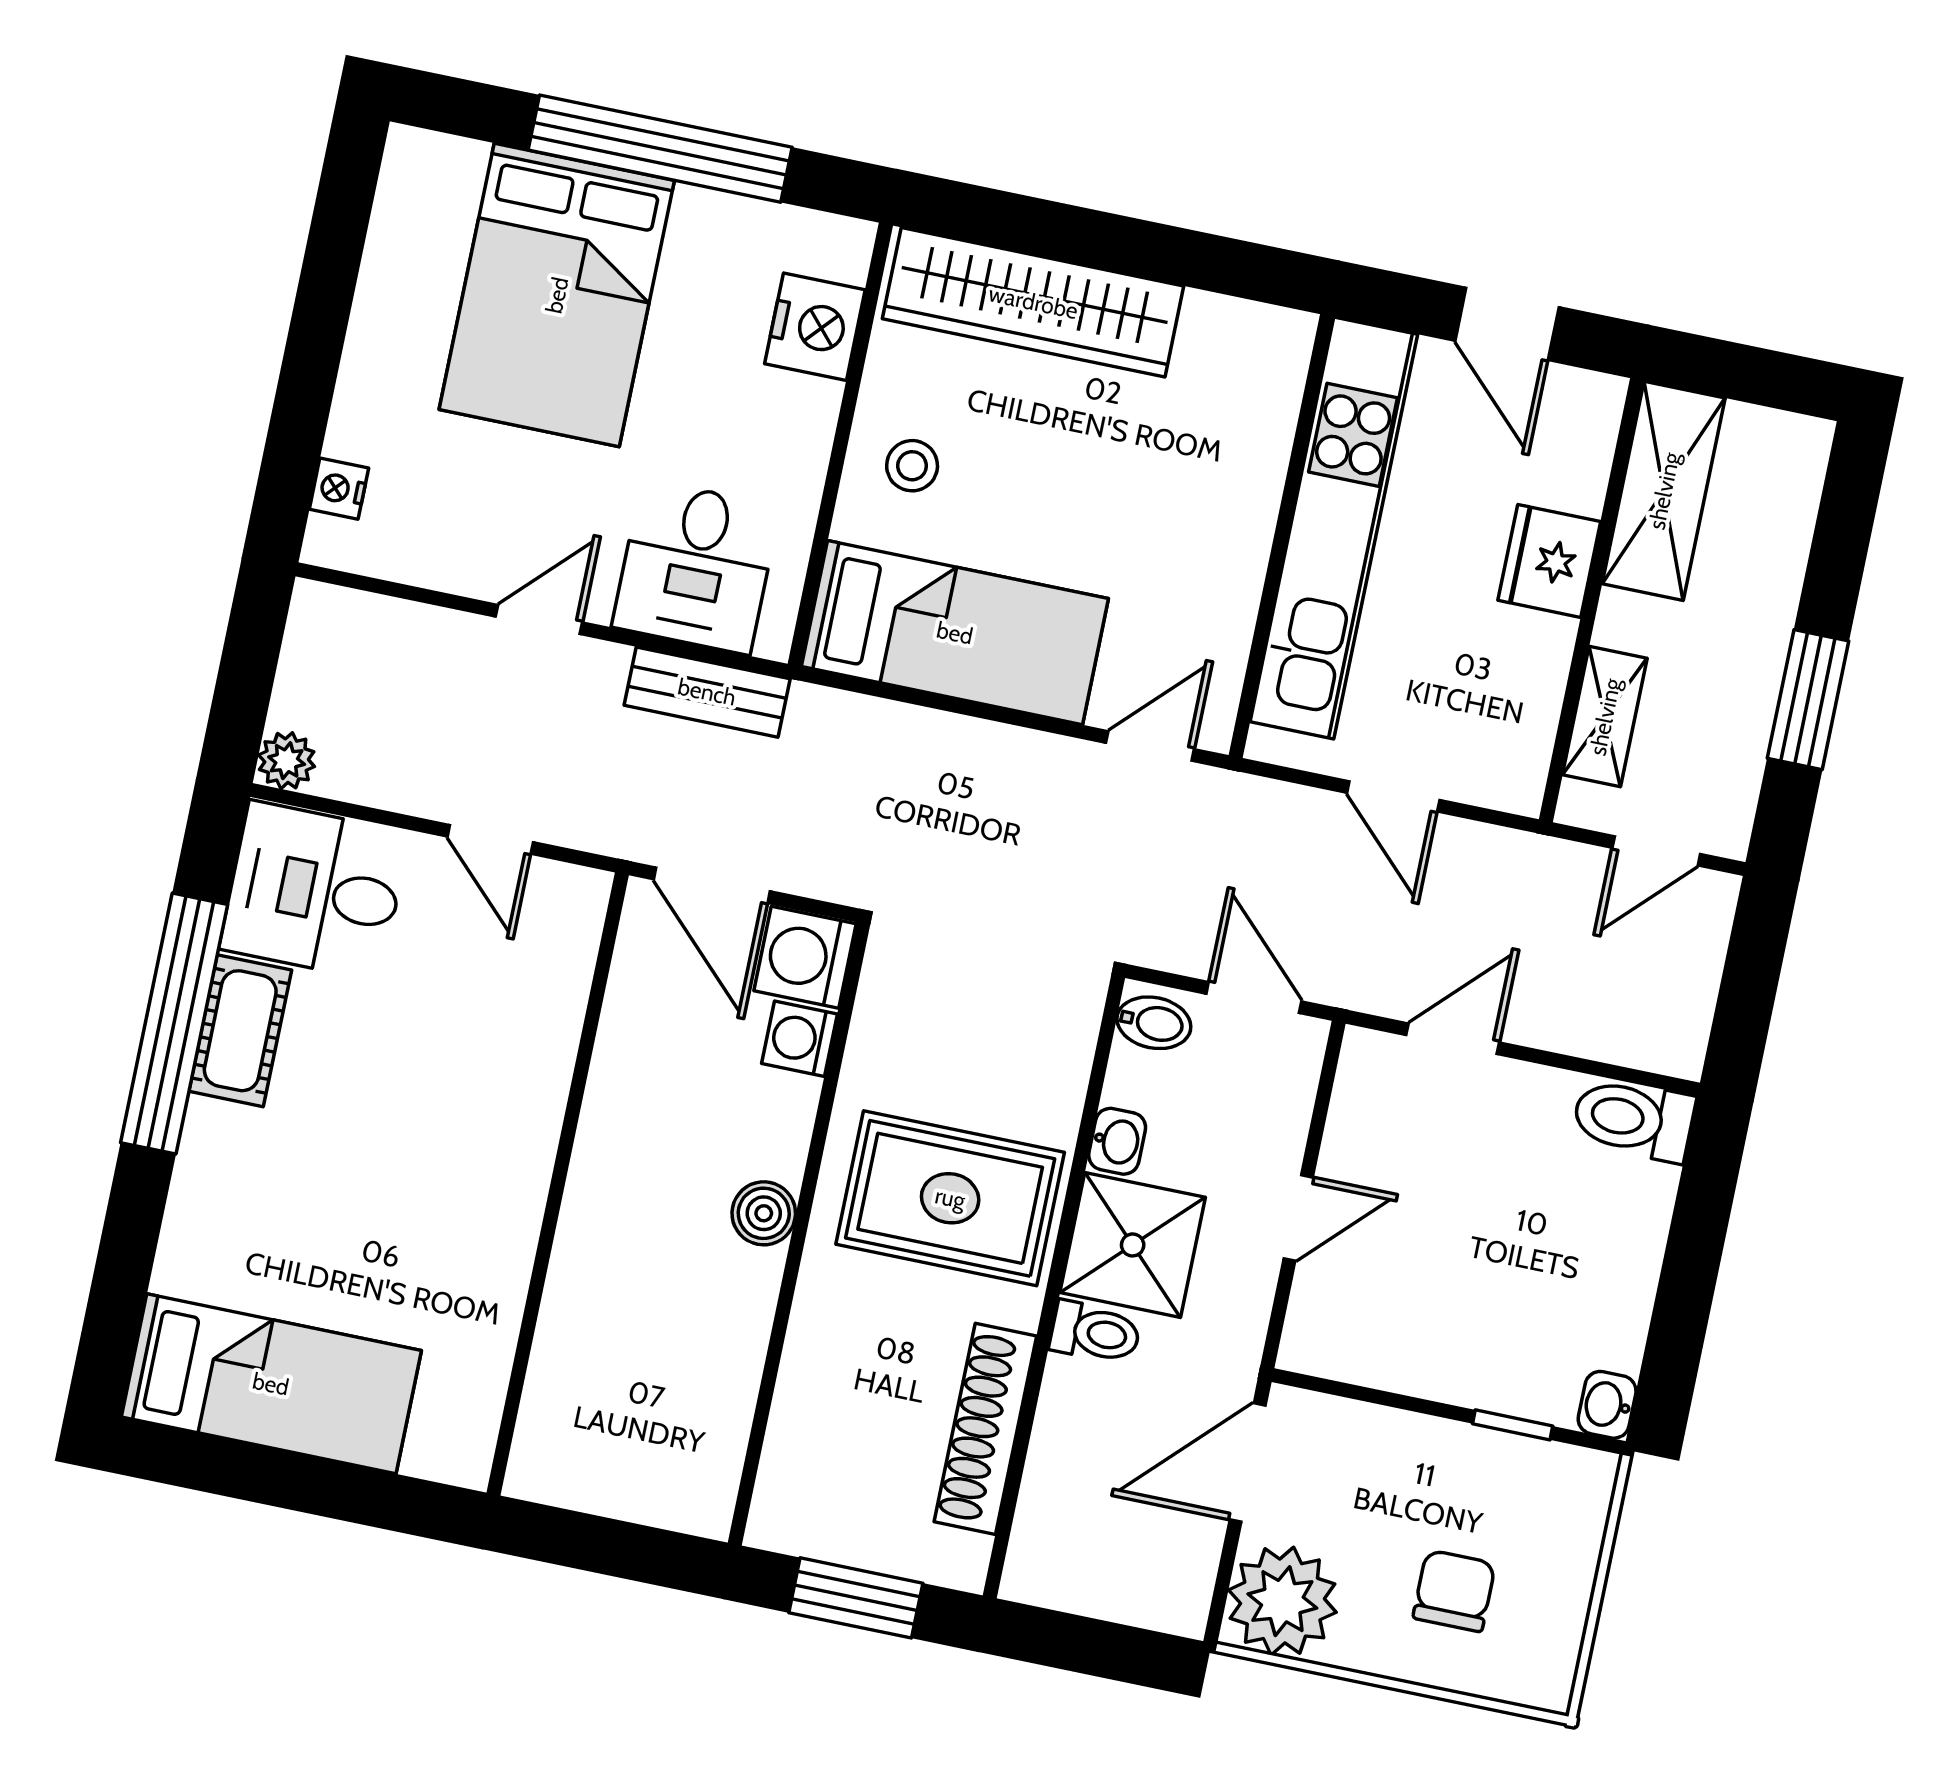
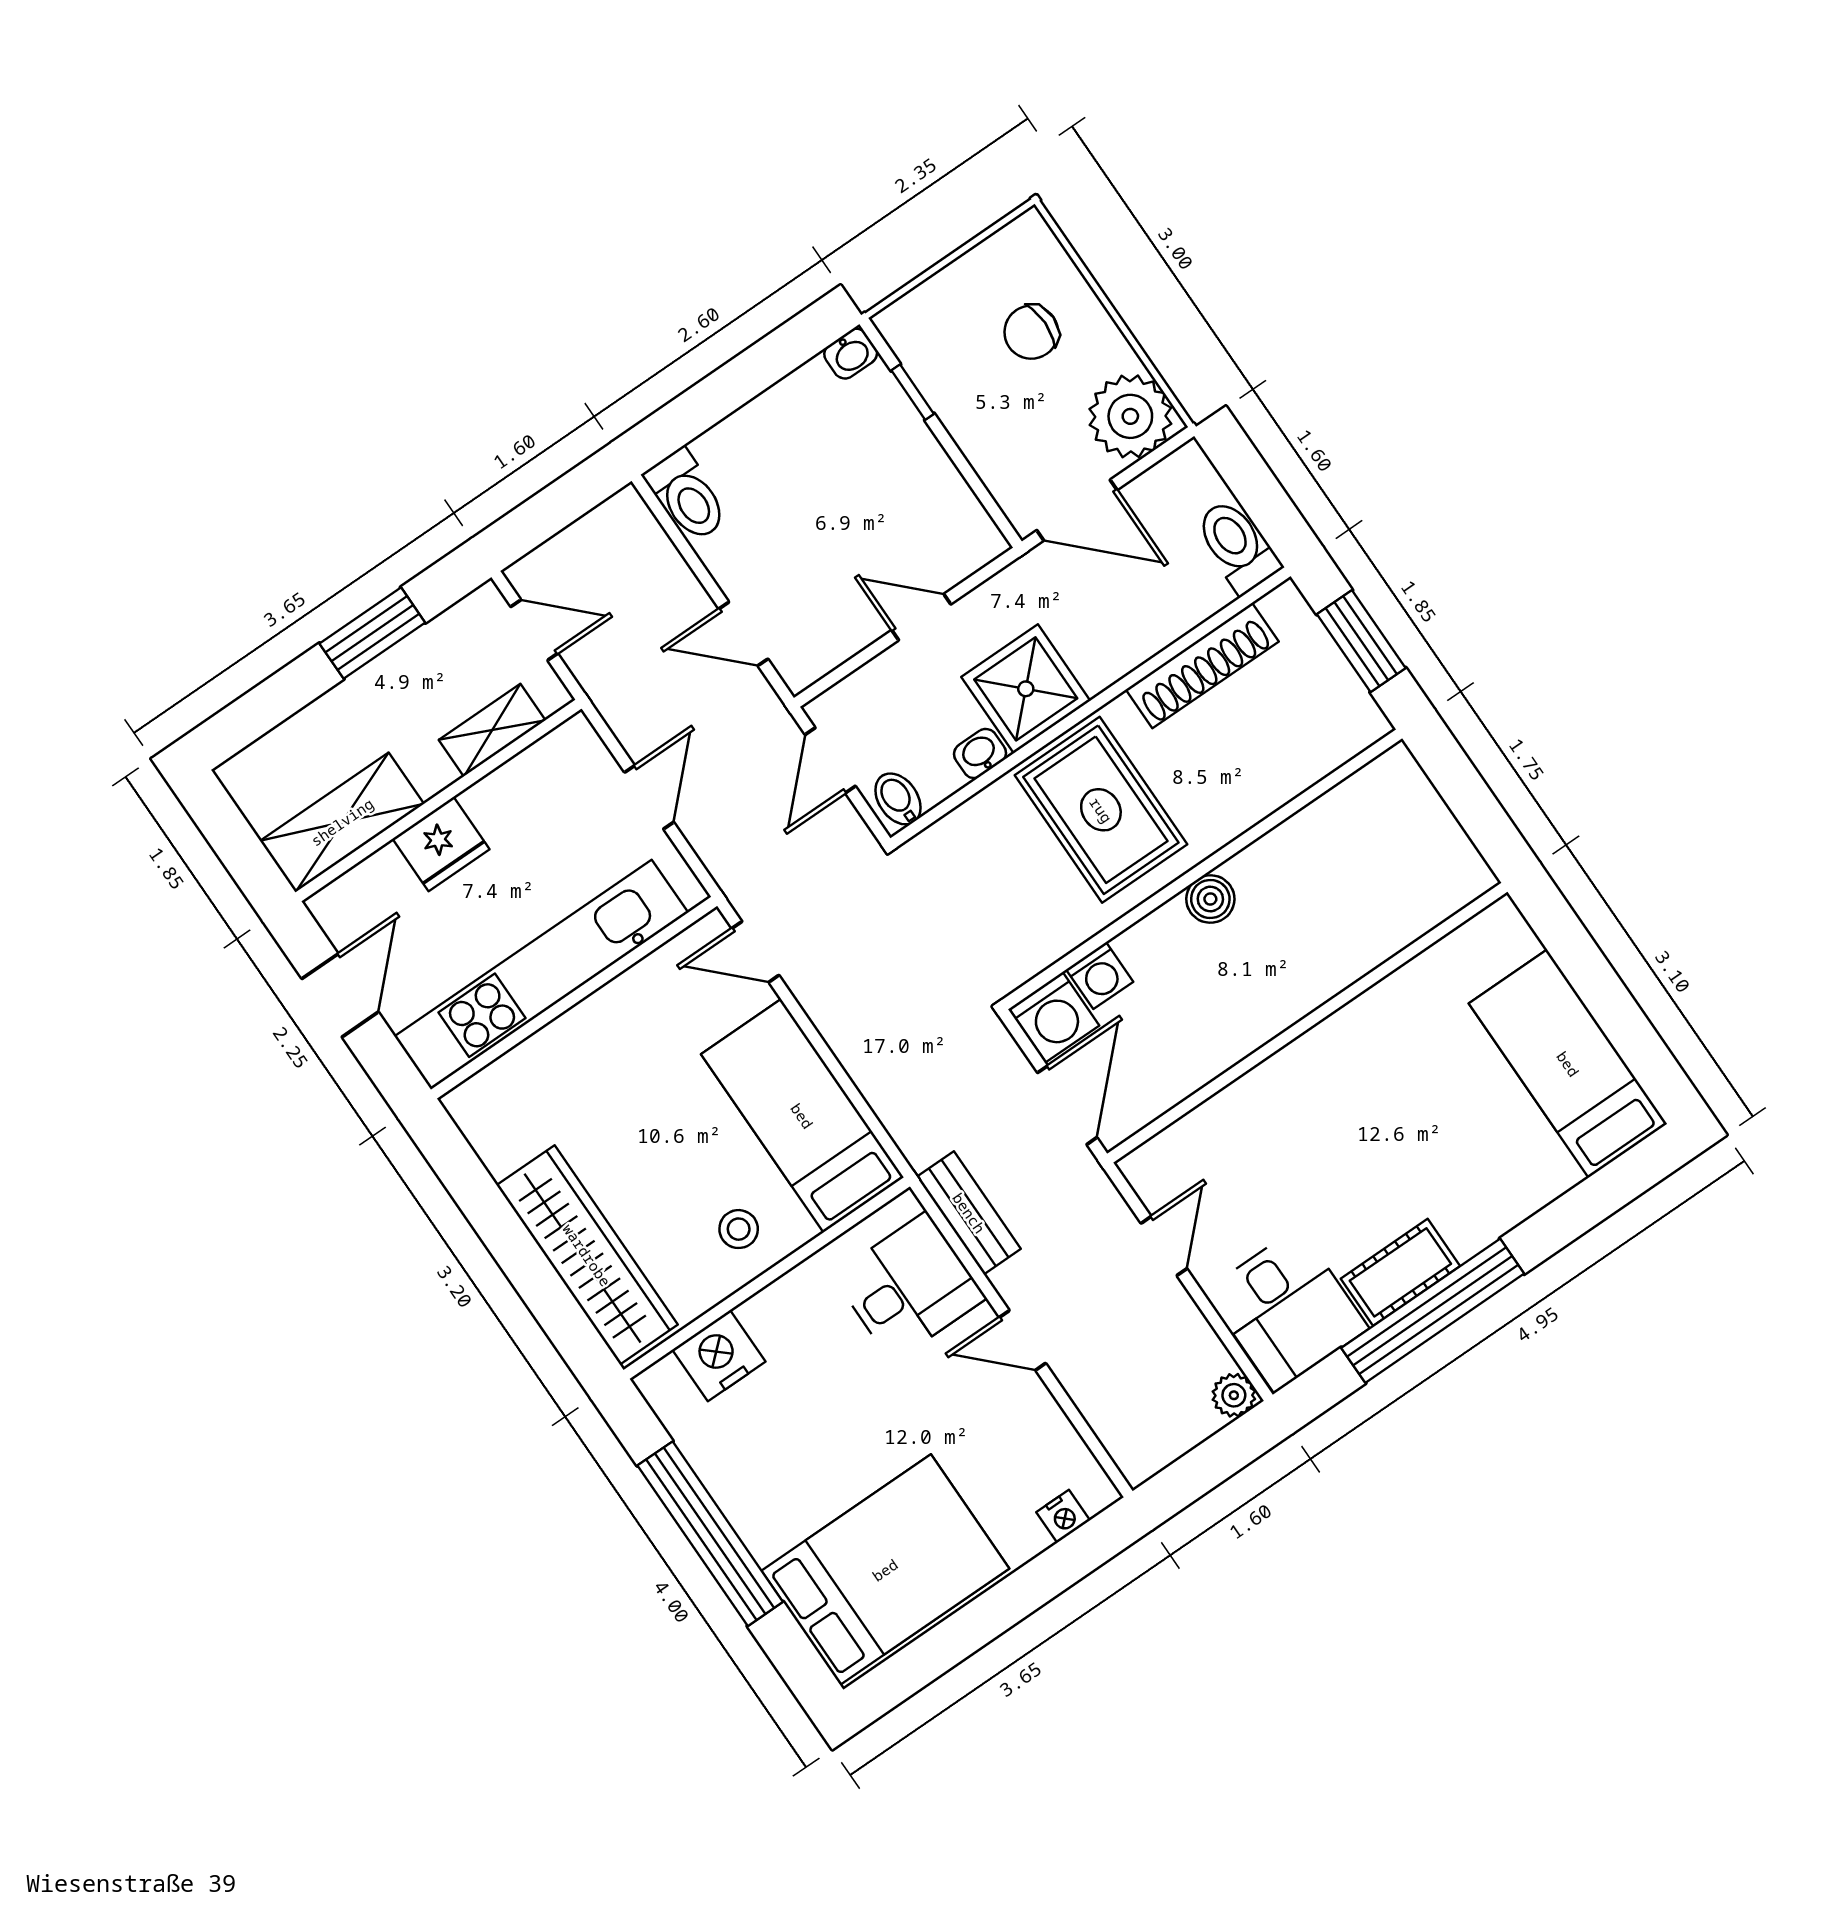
bed: (557, 295) -> (885, 1570), moved
toilet: (1095, 1333) -> (1237, 546), moved, width x1.37, depth x1.39

